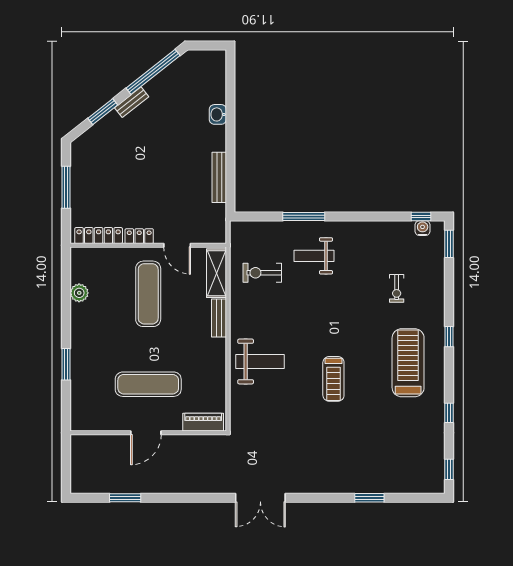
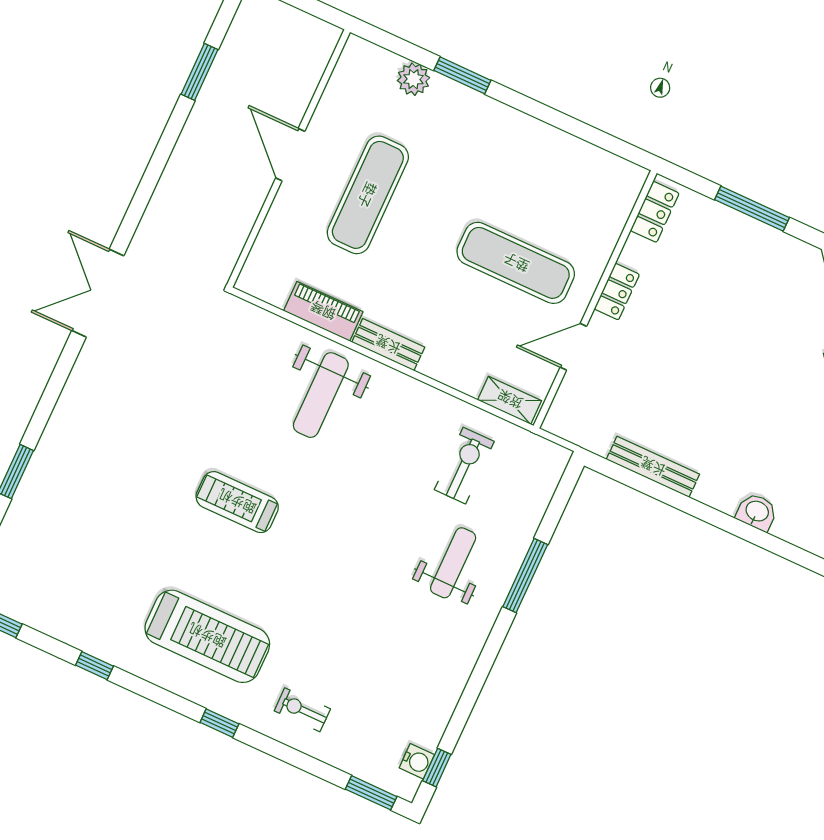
locker: (99, 236) -> (655, 212), width x0.66
shelving: (217, 273) -> (510, 400), width x0.67, depth x0.75
exercise bike: (397, 288) -> (302, 710), moved
plant: (79, 293) -> (413, 79), moved
bench: (219, 318) -> (388, 345), moved
piano: (203, 422) -> (323, 311), moved, turned -90

